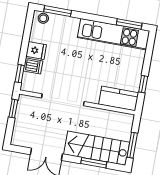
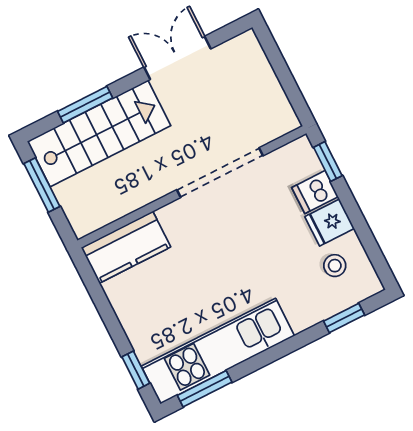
window: (58, 11) -> (344, 318), width x0.67
stool: (43, 18) -> (335, 266), moved
window: (143, 84) -> (136, 370), moved
window: (13, 109) -> (293, 93), removed

